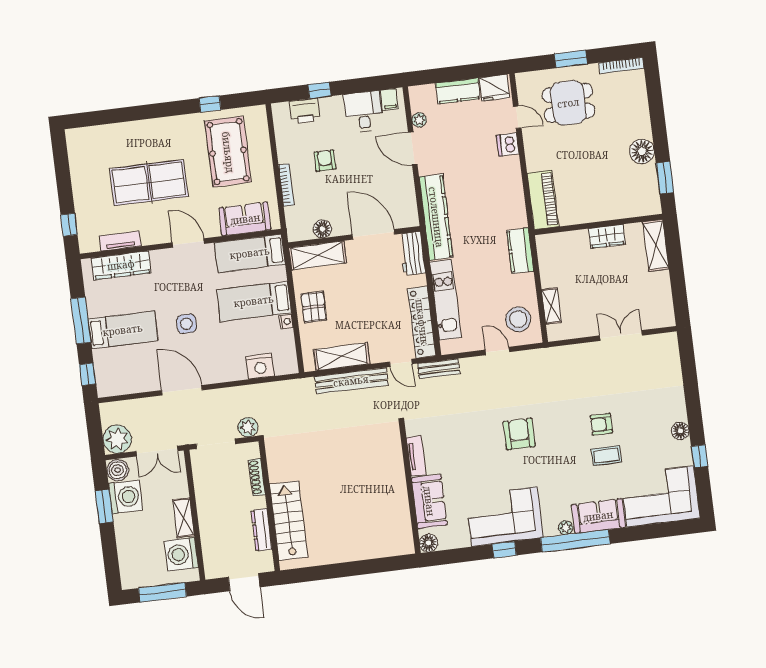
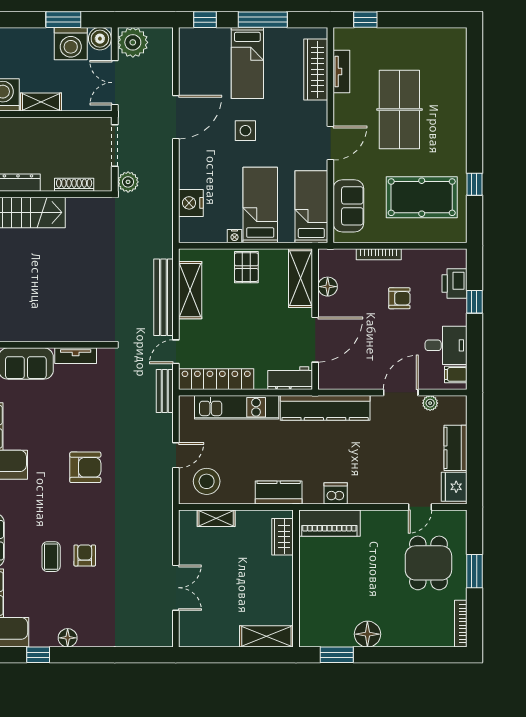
dishwasher: (508, 144) -> (336, 493), moved
wardrobe: (607, 236) -> (282, 537), moved
pallet: (314, 307) -> (246, 267), turned 90

